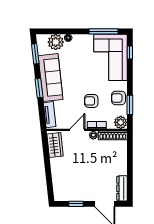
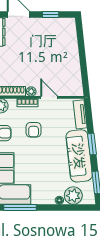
armchair: (91, 101) -> (34, 130), turned 90
door: (77, 130) -> (49, 97), swing flipped
wardrobe: (55, 145) -> (74, 80), removed

